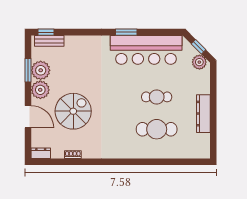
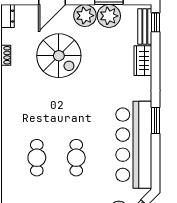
wardrobe: (77, 42) -> (143, 61), added
cafe table: (157, 129) -> (37, 158), width x0.73, depth x0.74

